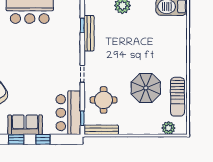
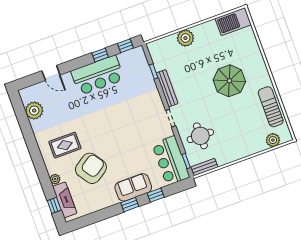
bench: (89, 33) -> (167, 88), moved
parasol: (146, 88) -> (229, 81), moved
sun lounger: (177, 97) -> (271, 107), turned 180
bench: (101, 130) -> (204, 167), width x0.73

